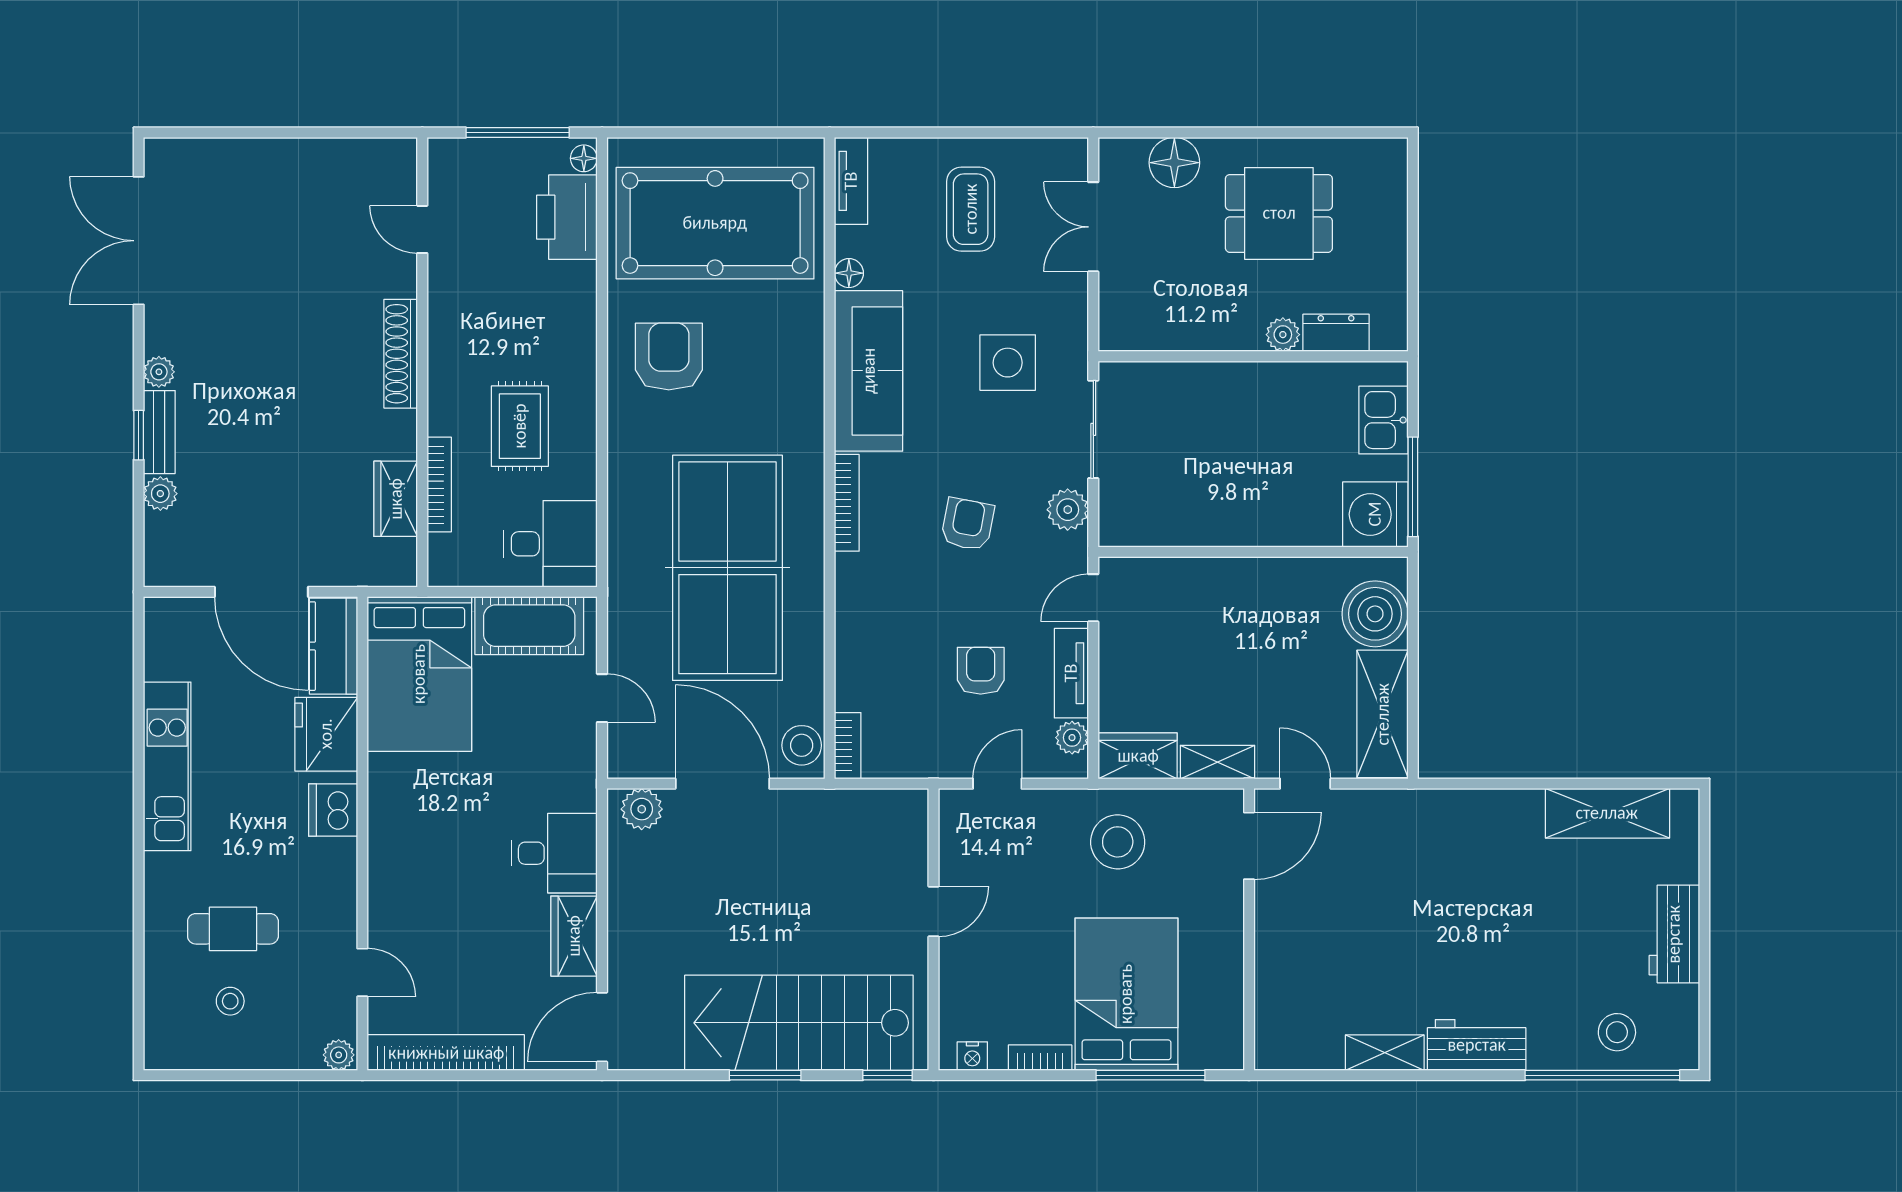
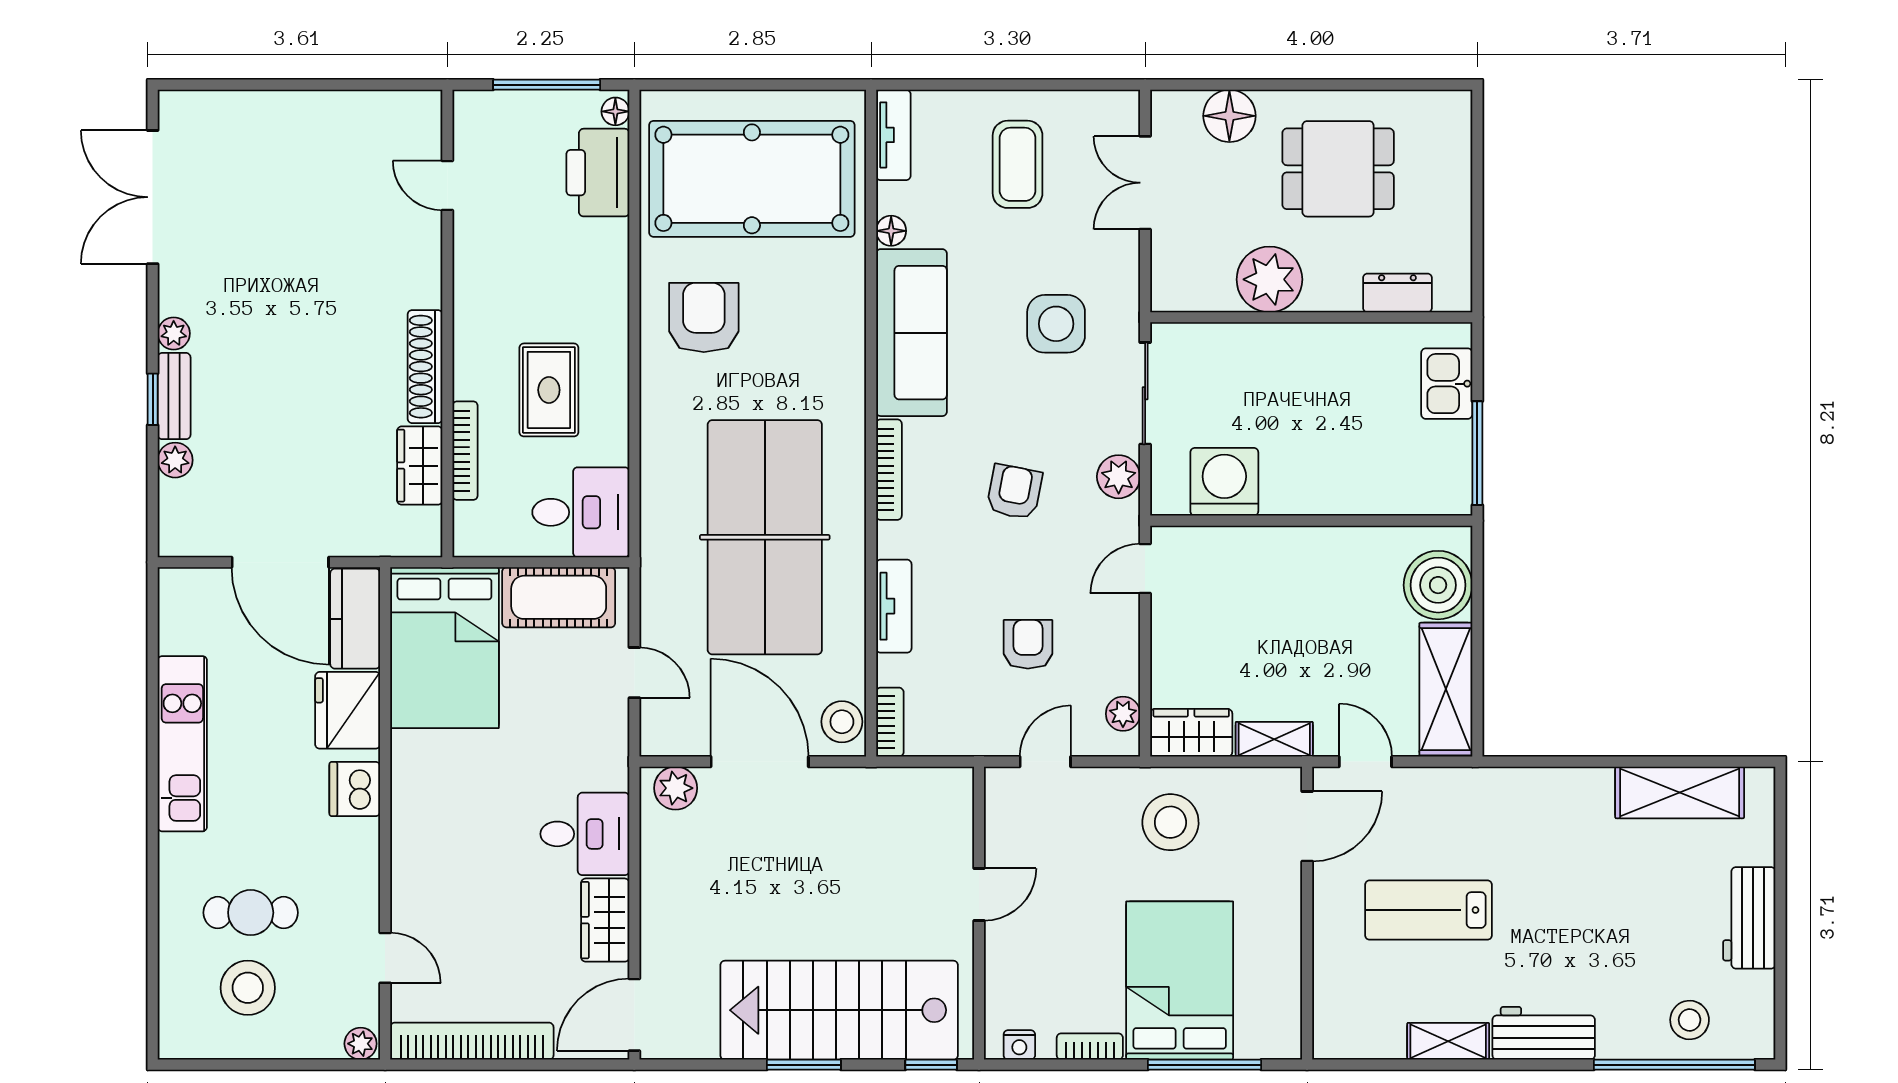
plant: (1283, 335) -> (1269, 279), moved, width x1.88, depth x1.88
shoe rack: (401, 354) -> (425, 367), moved
washing machine: (1375, 514) -> (1224, 482), moved, turned 90
tv unit: (1071, 673) -> (894, 606), moved, turned 180
lab bench: (1366, 926) -> (1428, 910), added
stool: (230, 1001) -> (248, 988), width x1.89, depth x1.89

